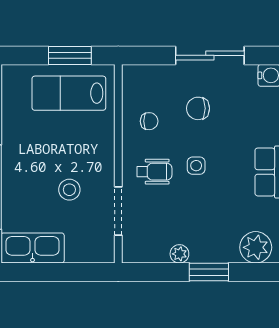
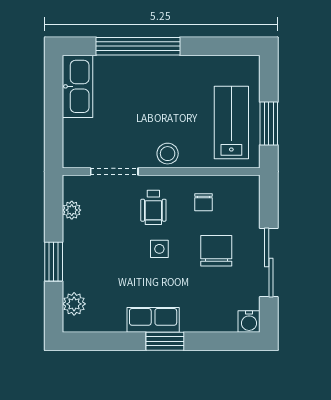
chair: (198, 108) -> (216, 251), width x1.37, depth x1.37
stool: (69, 190) -> (168, 154), moved
plant: (256, 247) -> (74, 304), width x0.73, depth x0.73
plant: (179, 254) -> (72, 210), moved

